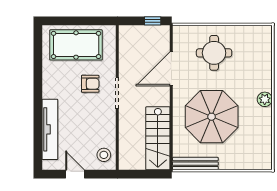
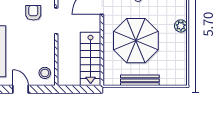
armchair: (90, 84) -> (33, 13), turned -90
bench: (195, 164) -> (140, 80), moved

